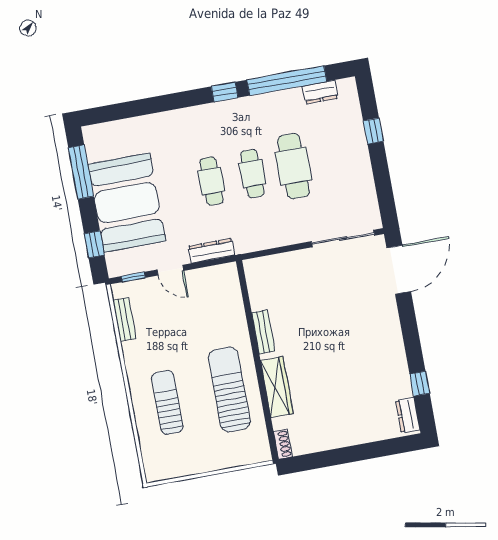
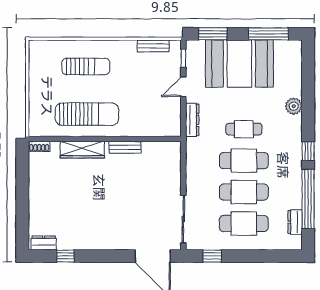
plant: (169, 122) -> (294, 106), added
window: (373, 131) -> (212, 256), moved
cafe table: (334, 159) -> (244, 223), added
cafe table: (252, 174) -> (244, 161), width x1.37, depth x1.35
window: (94, 244) -> (213, 34), width x1.50

